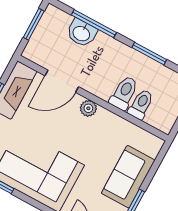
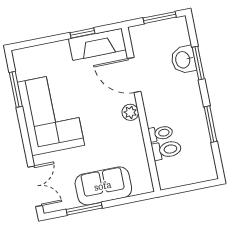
window: (94, 24) -> (198, 63), width x0.69
toilet: (124, 93) -> (161, 133), width x0.73, depth x0.72

